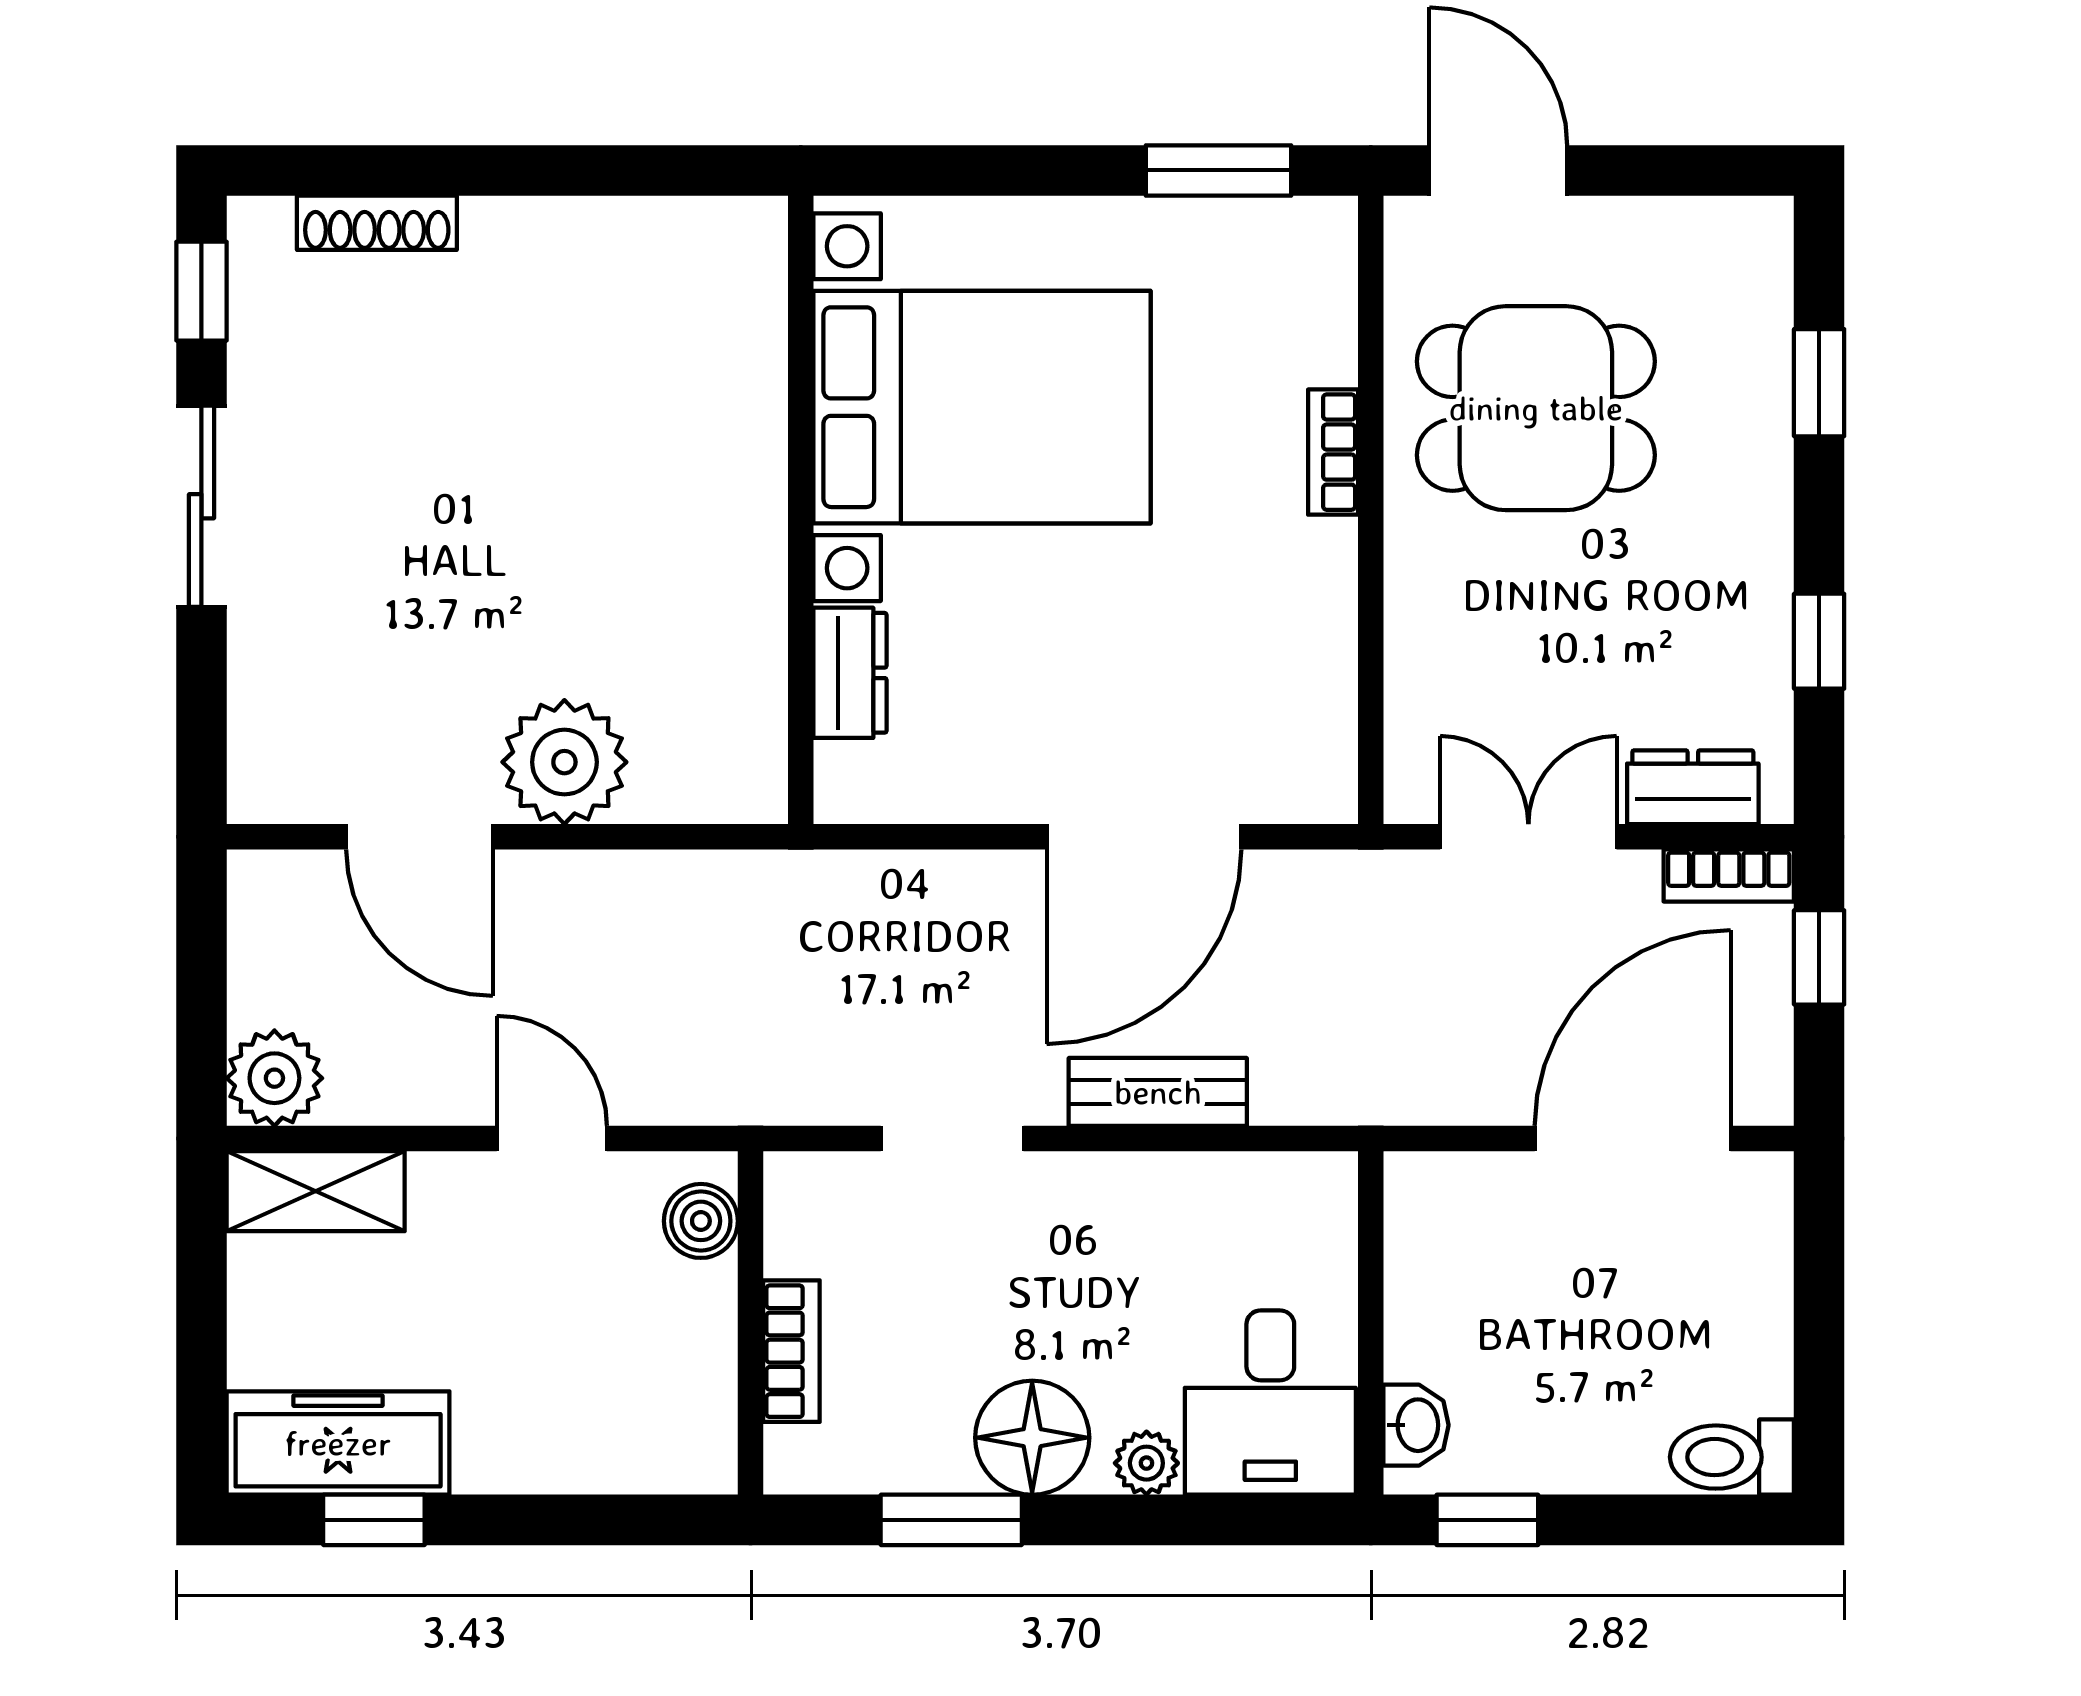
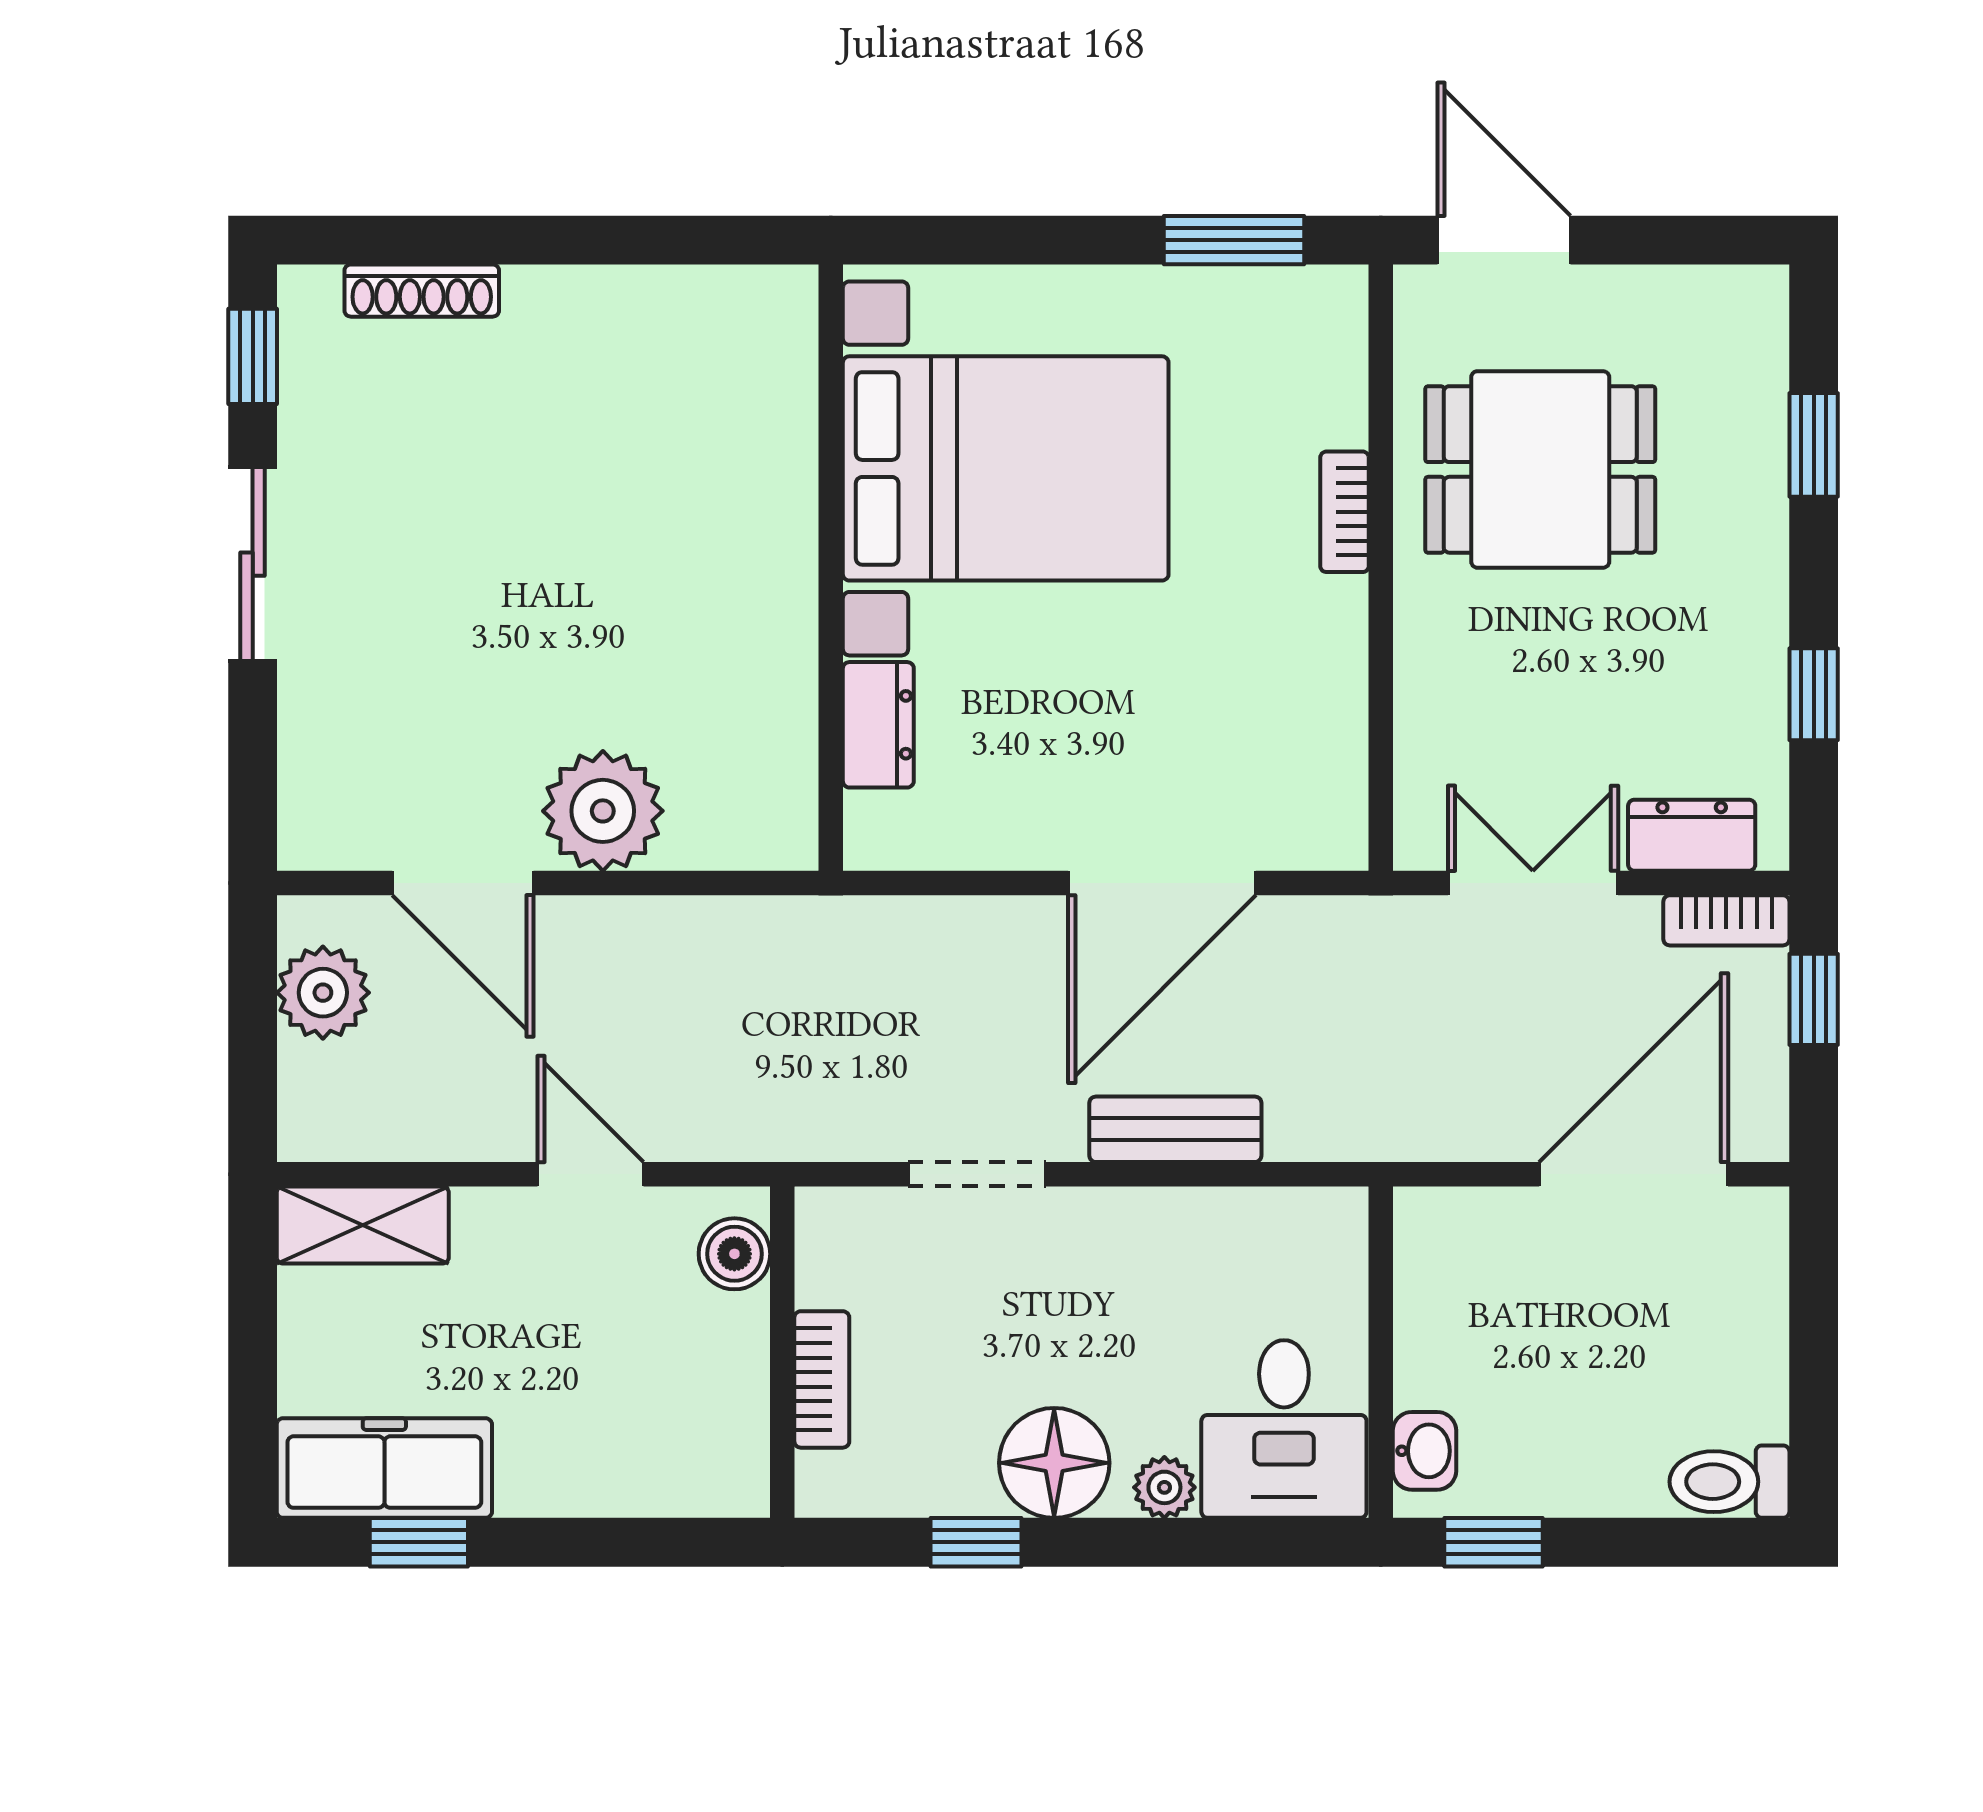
plant: (274, 1078) -> (323, 993), moved
window: (951, 1520) -> (976, 1542), width x0.67

